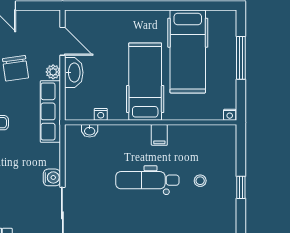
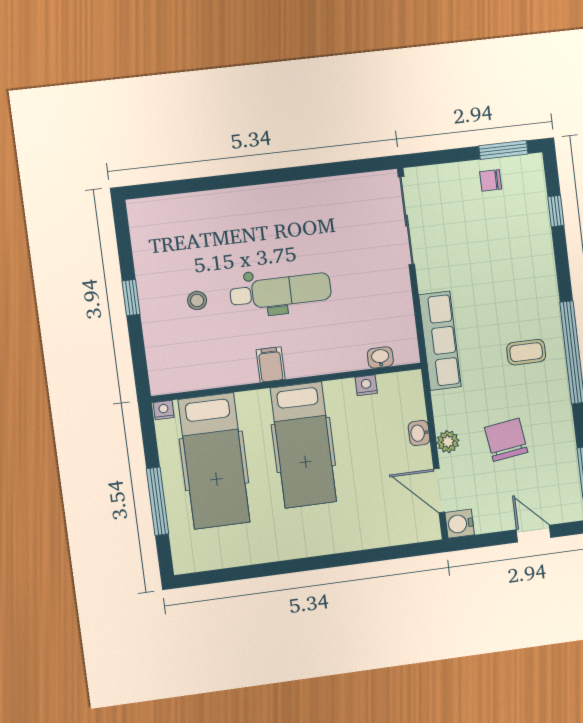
hospital bed: (188, 51) -> (214, 461), moved, turned 180
washbasin: (74, 73) -> (419, 433), width x0.52, depth x0.69
row of seats: (50, 111) -> (440, 341), moved
water cooler: (52, 177) -> (460, 524), moved

